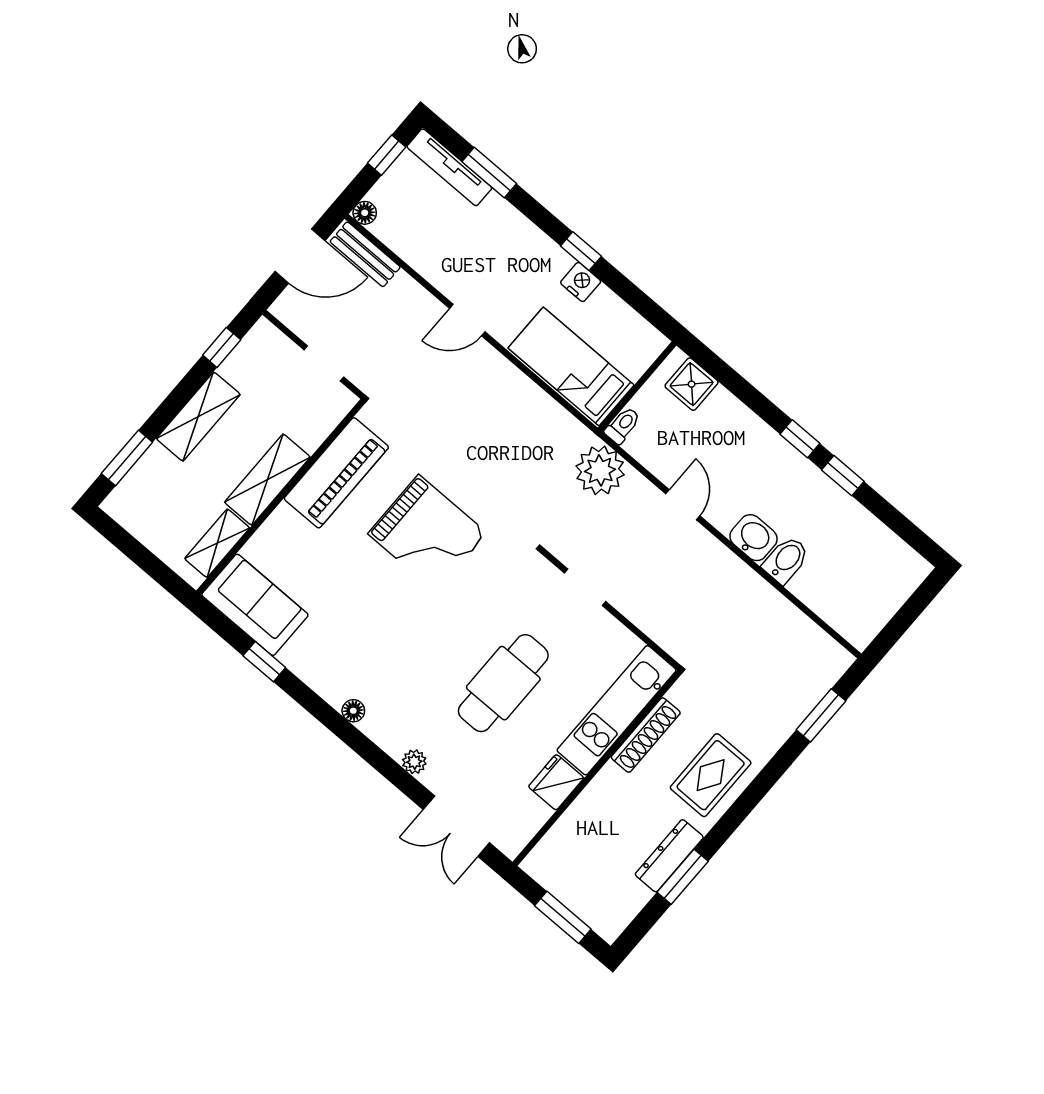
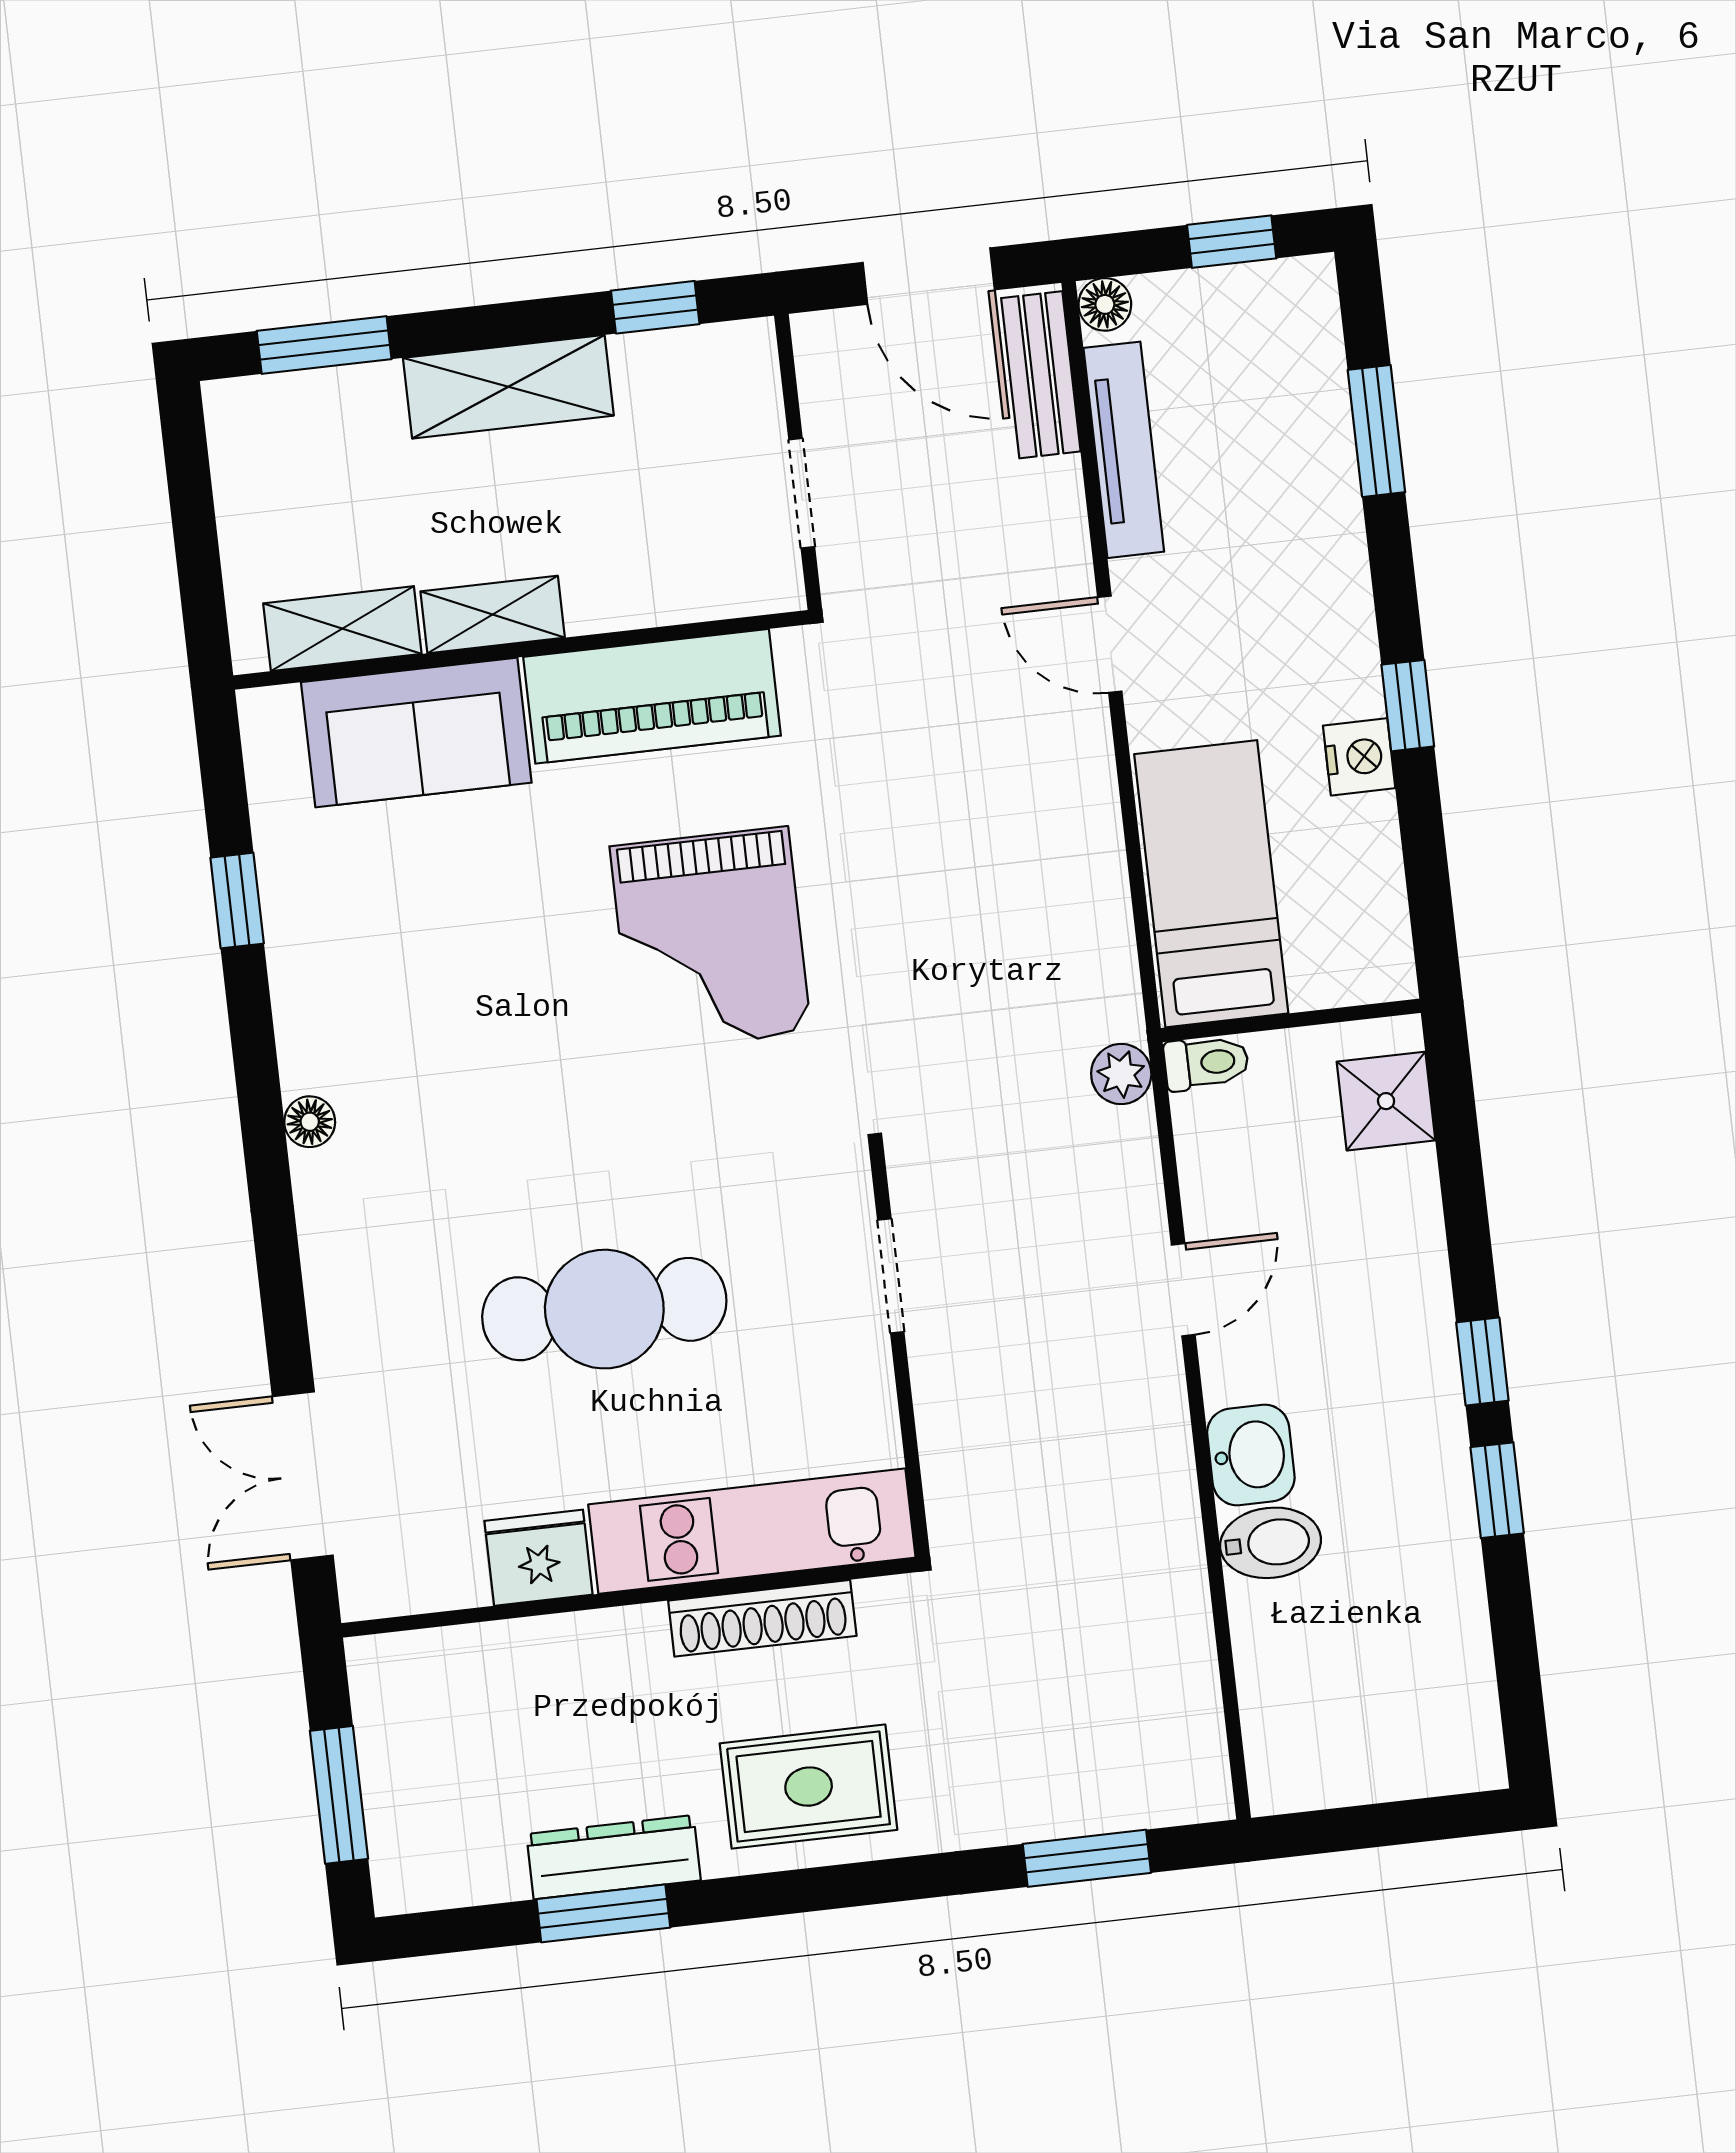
tv unit: (449, 167) -> (1124, 450), moved, turned 180
plant: (600, 470) -> (1121, 1074), width x0.53, depth x0.53
shelving: (267, 480) -> (493, 615), width x0.67, depth x0.75
sofa: (255, 605) -> (416, 732), moved, turned 90
plant: (414, 762) -> (333, 1302), removed

